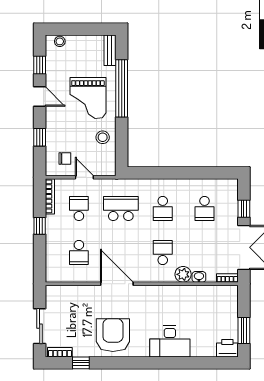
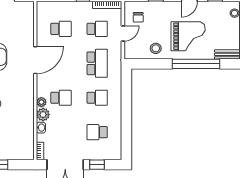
grand piano: (88, 98) -> (188, 36), turned 180
school desk: (163, 208) -> (97, 98), turned 180
school desk: (79, 252) -> (61, 29), turned 180
plant: (168, 276) -> (41, 102), added

